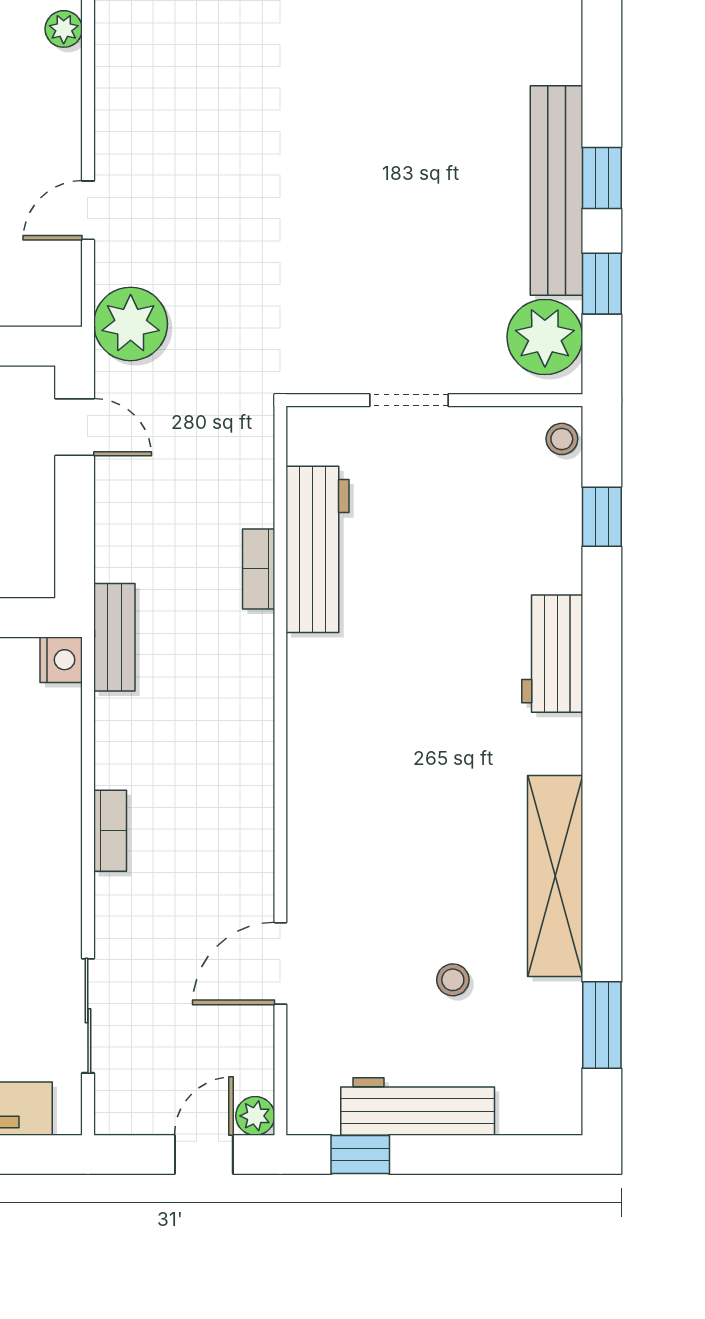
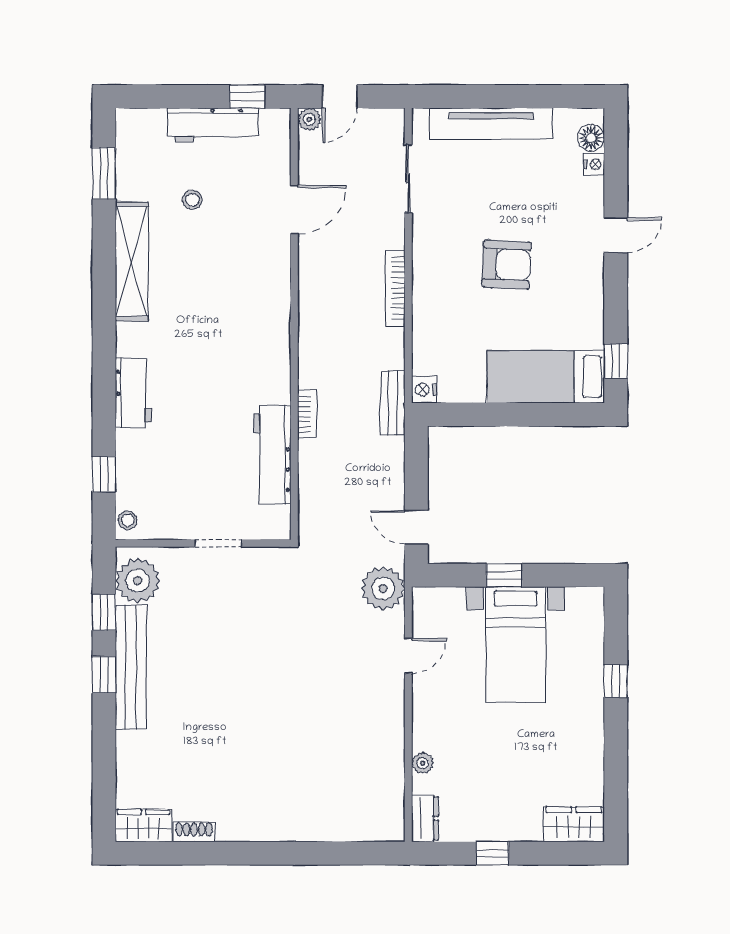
bookcase: (259, 569) -> (307, 414), moved
bookcase: (110, 831) -> (395, 288), width x1.56

